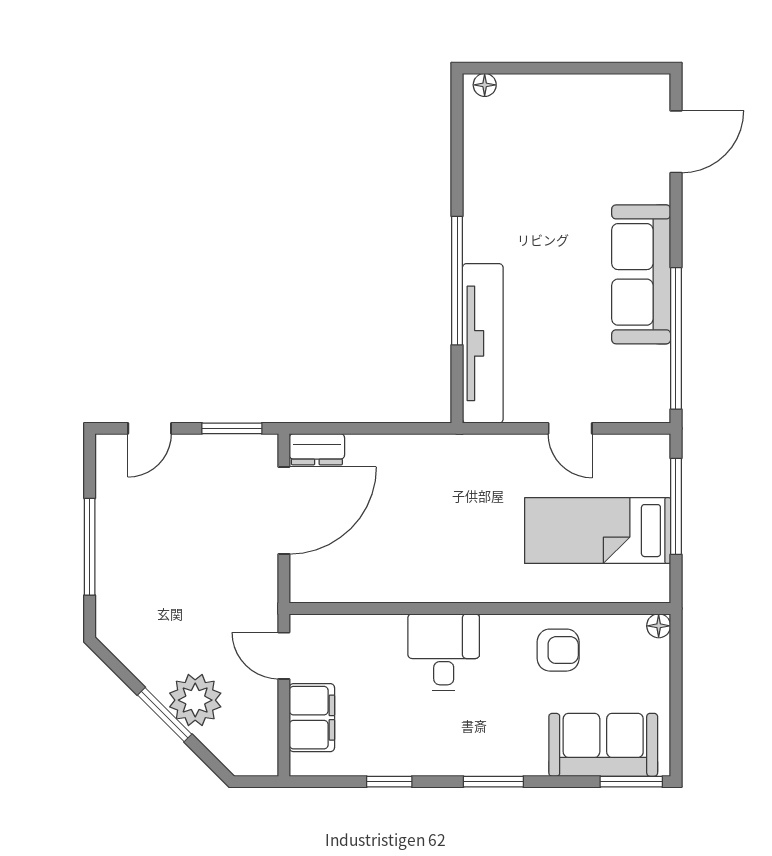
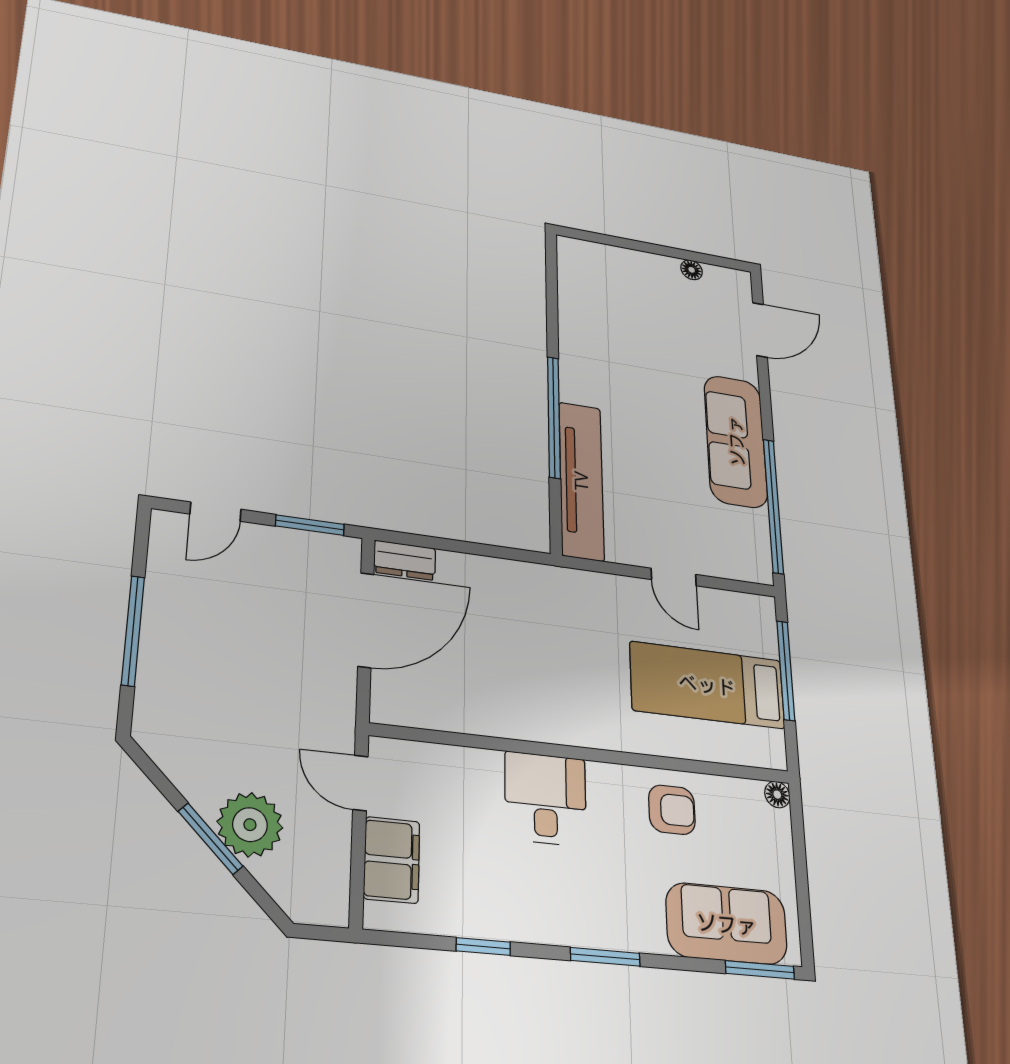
floor lamp: (485, 85) -> (692, 270), moved

